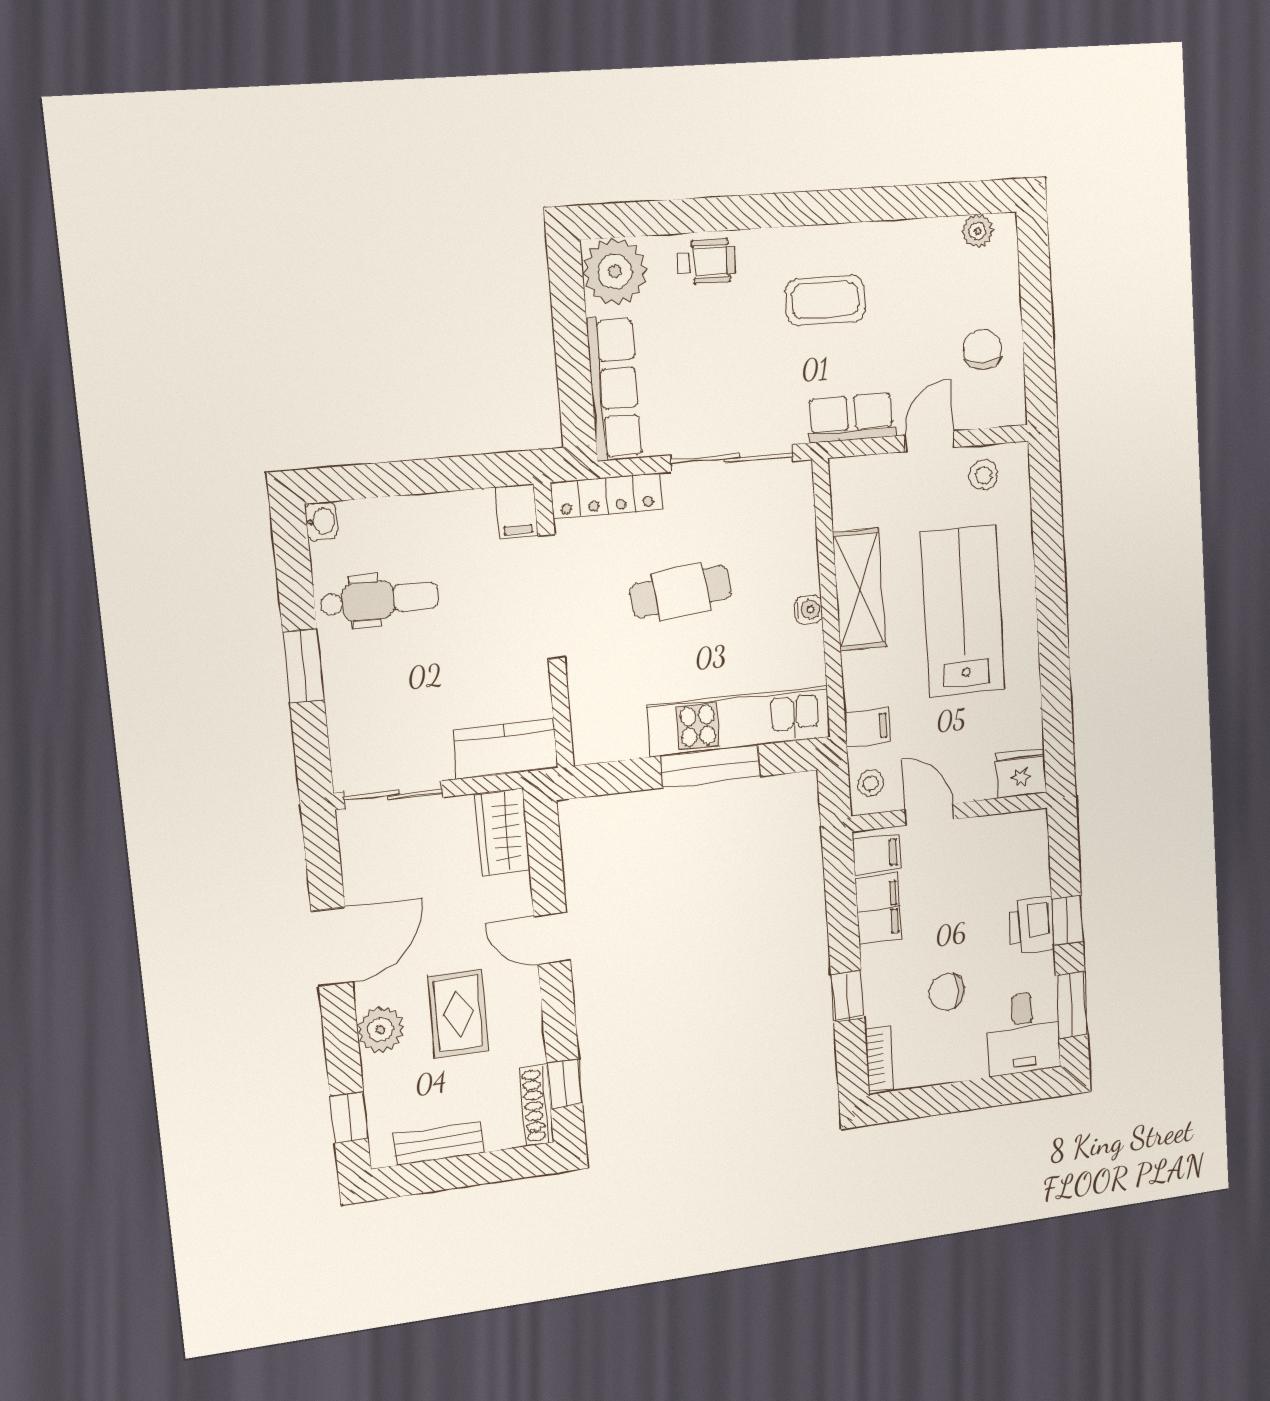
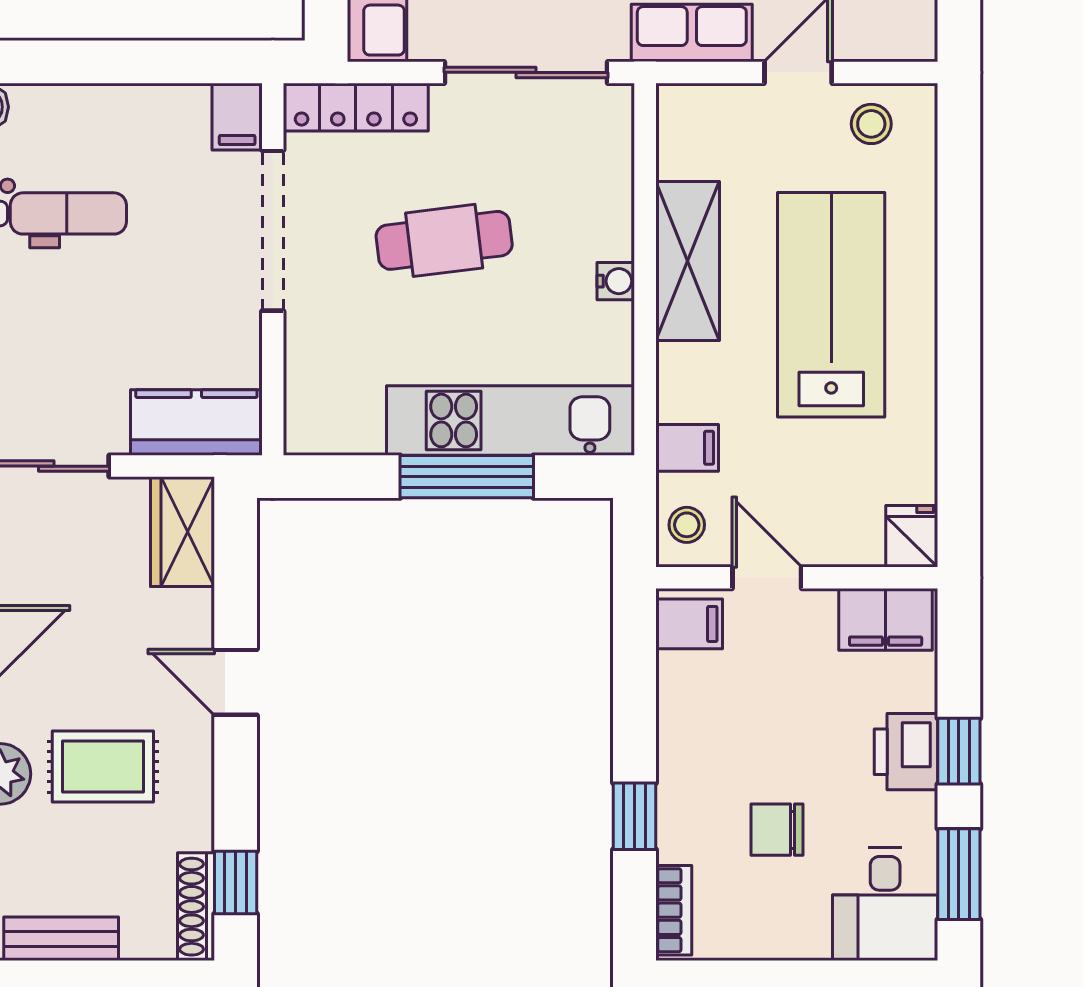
fridge: (1021, 773) -> (912, 536), width x0.72
filing cabinet: (879, 909) -> (886, 619), moved, turned 90
rug: (458, 1014) -> (103, 767), turned 90

